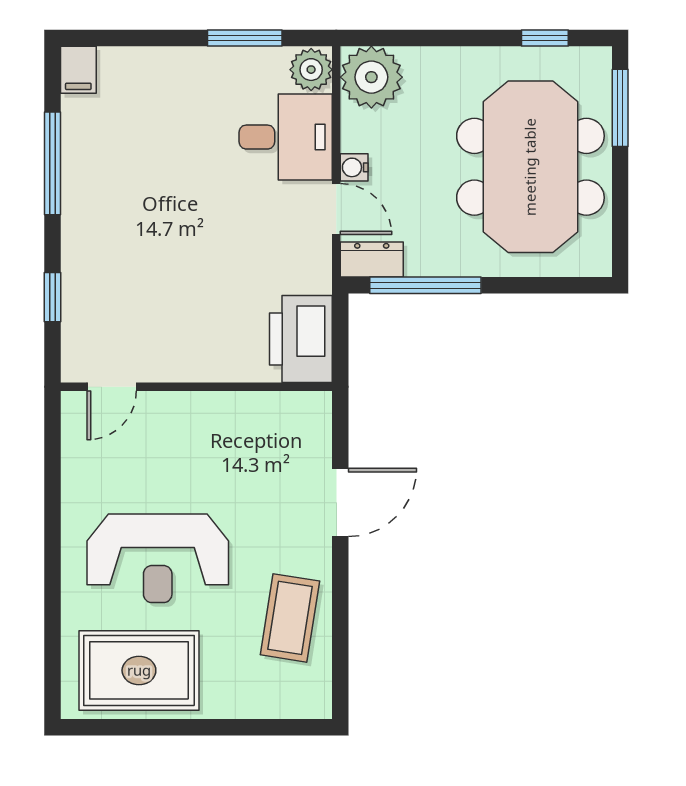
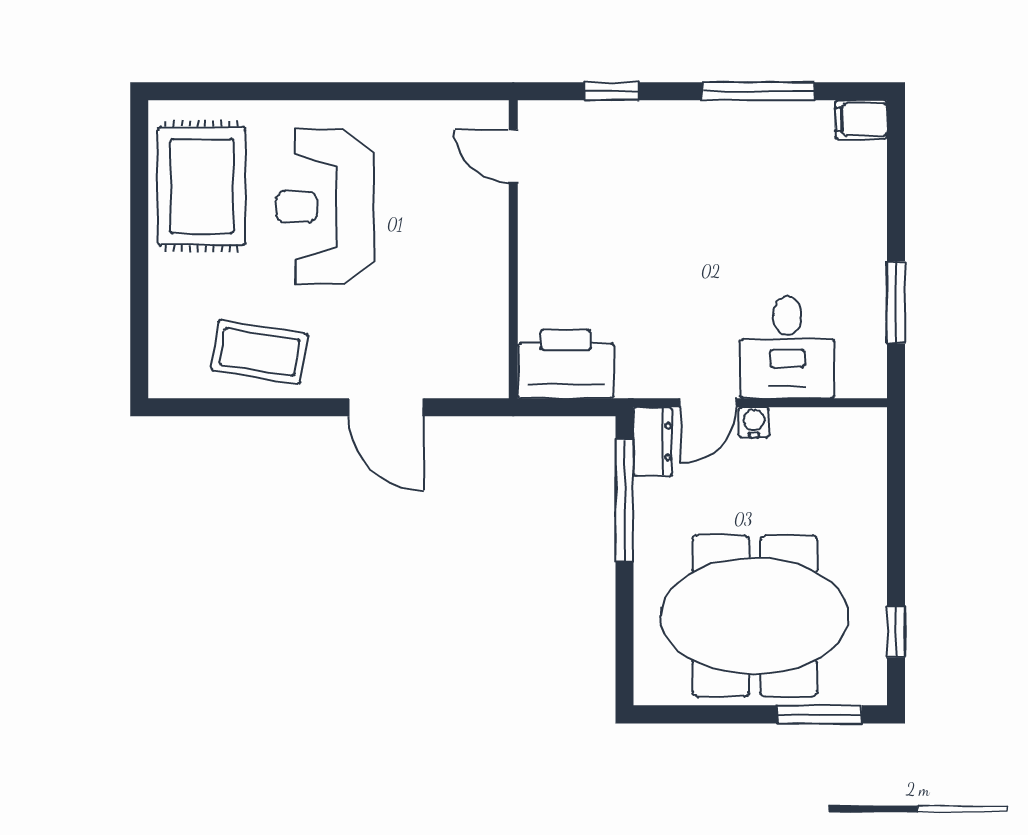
plant: (311, 70) -> (861, 375), removed
plant: (371, 77) -> (853, 441), removed

